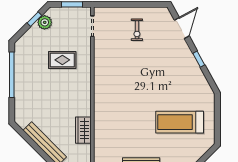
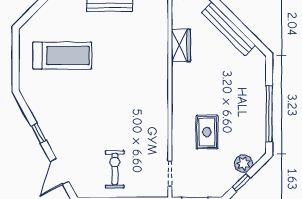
plant: (45, 22) -> (243, 164), moved
exercise bike: (137, 30) -> (115, 169), width x1.38, depth x1.39
rug: (62, 60) -> (207, 132), turned 90

